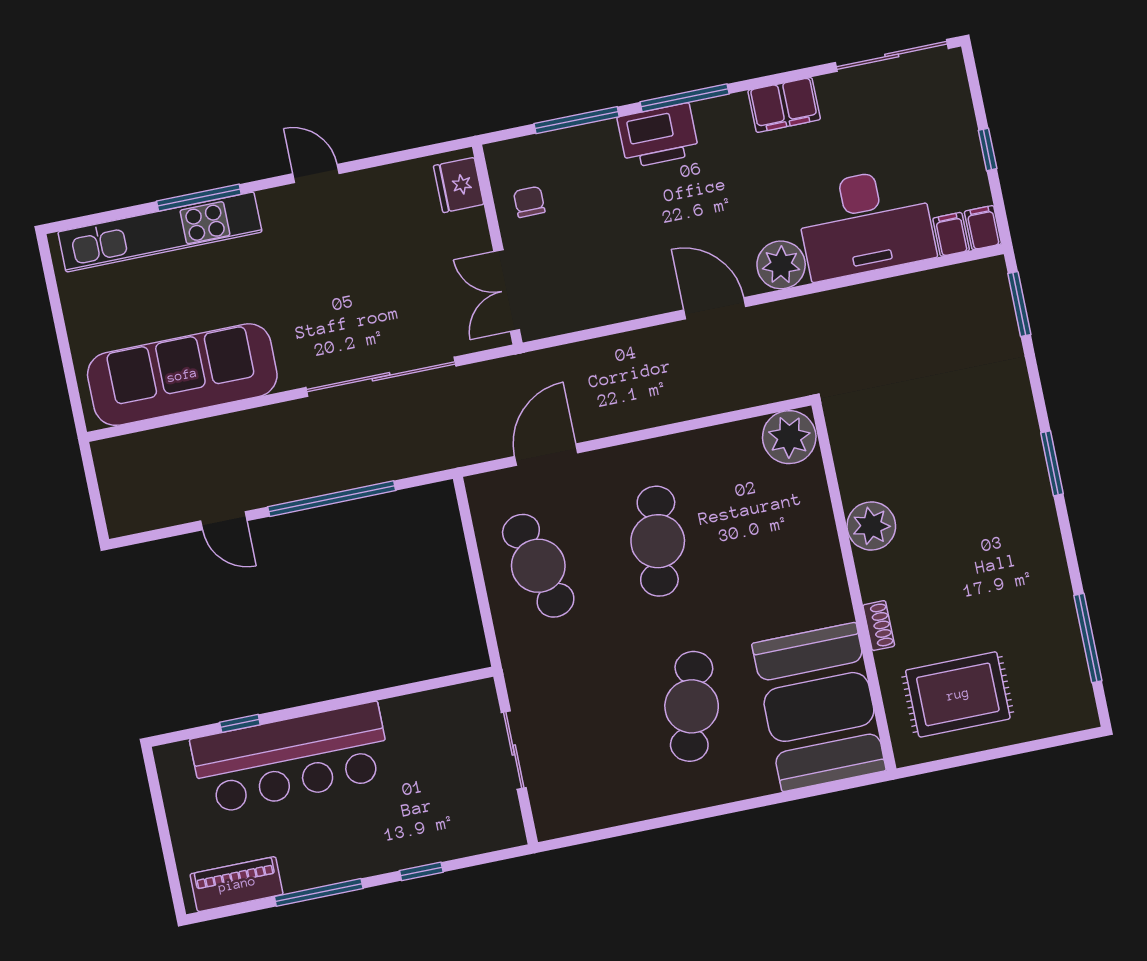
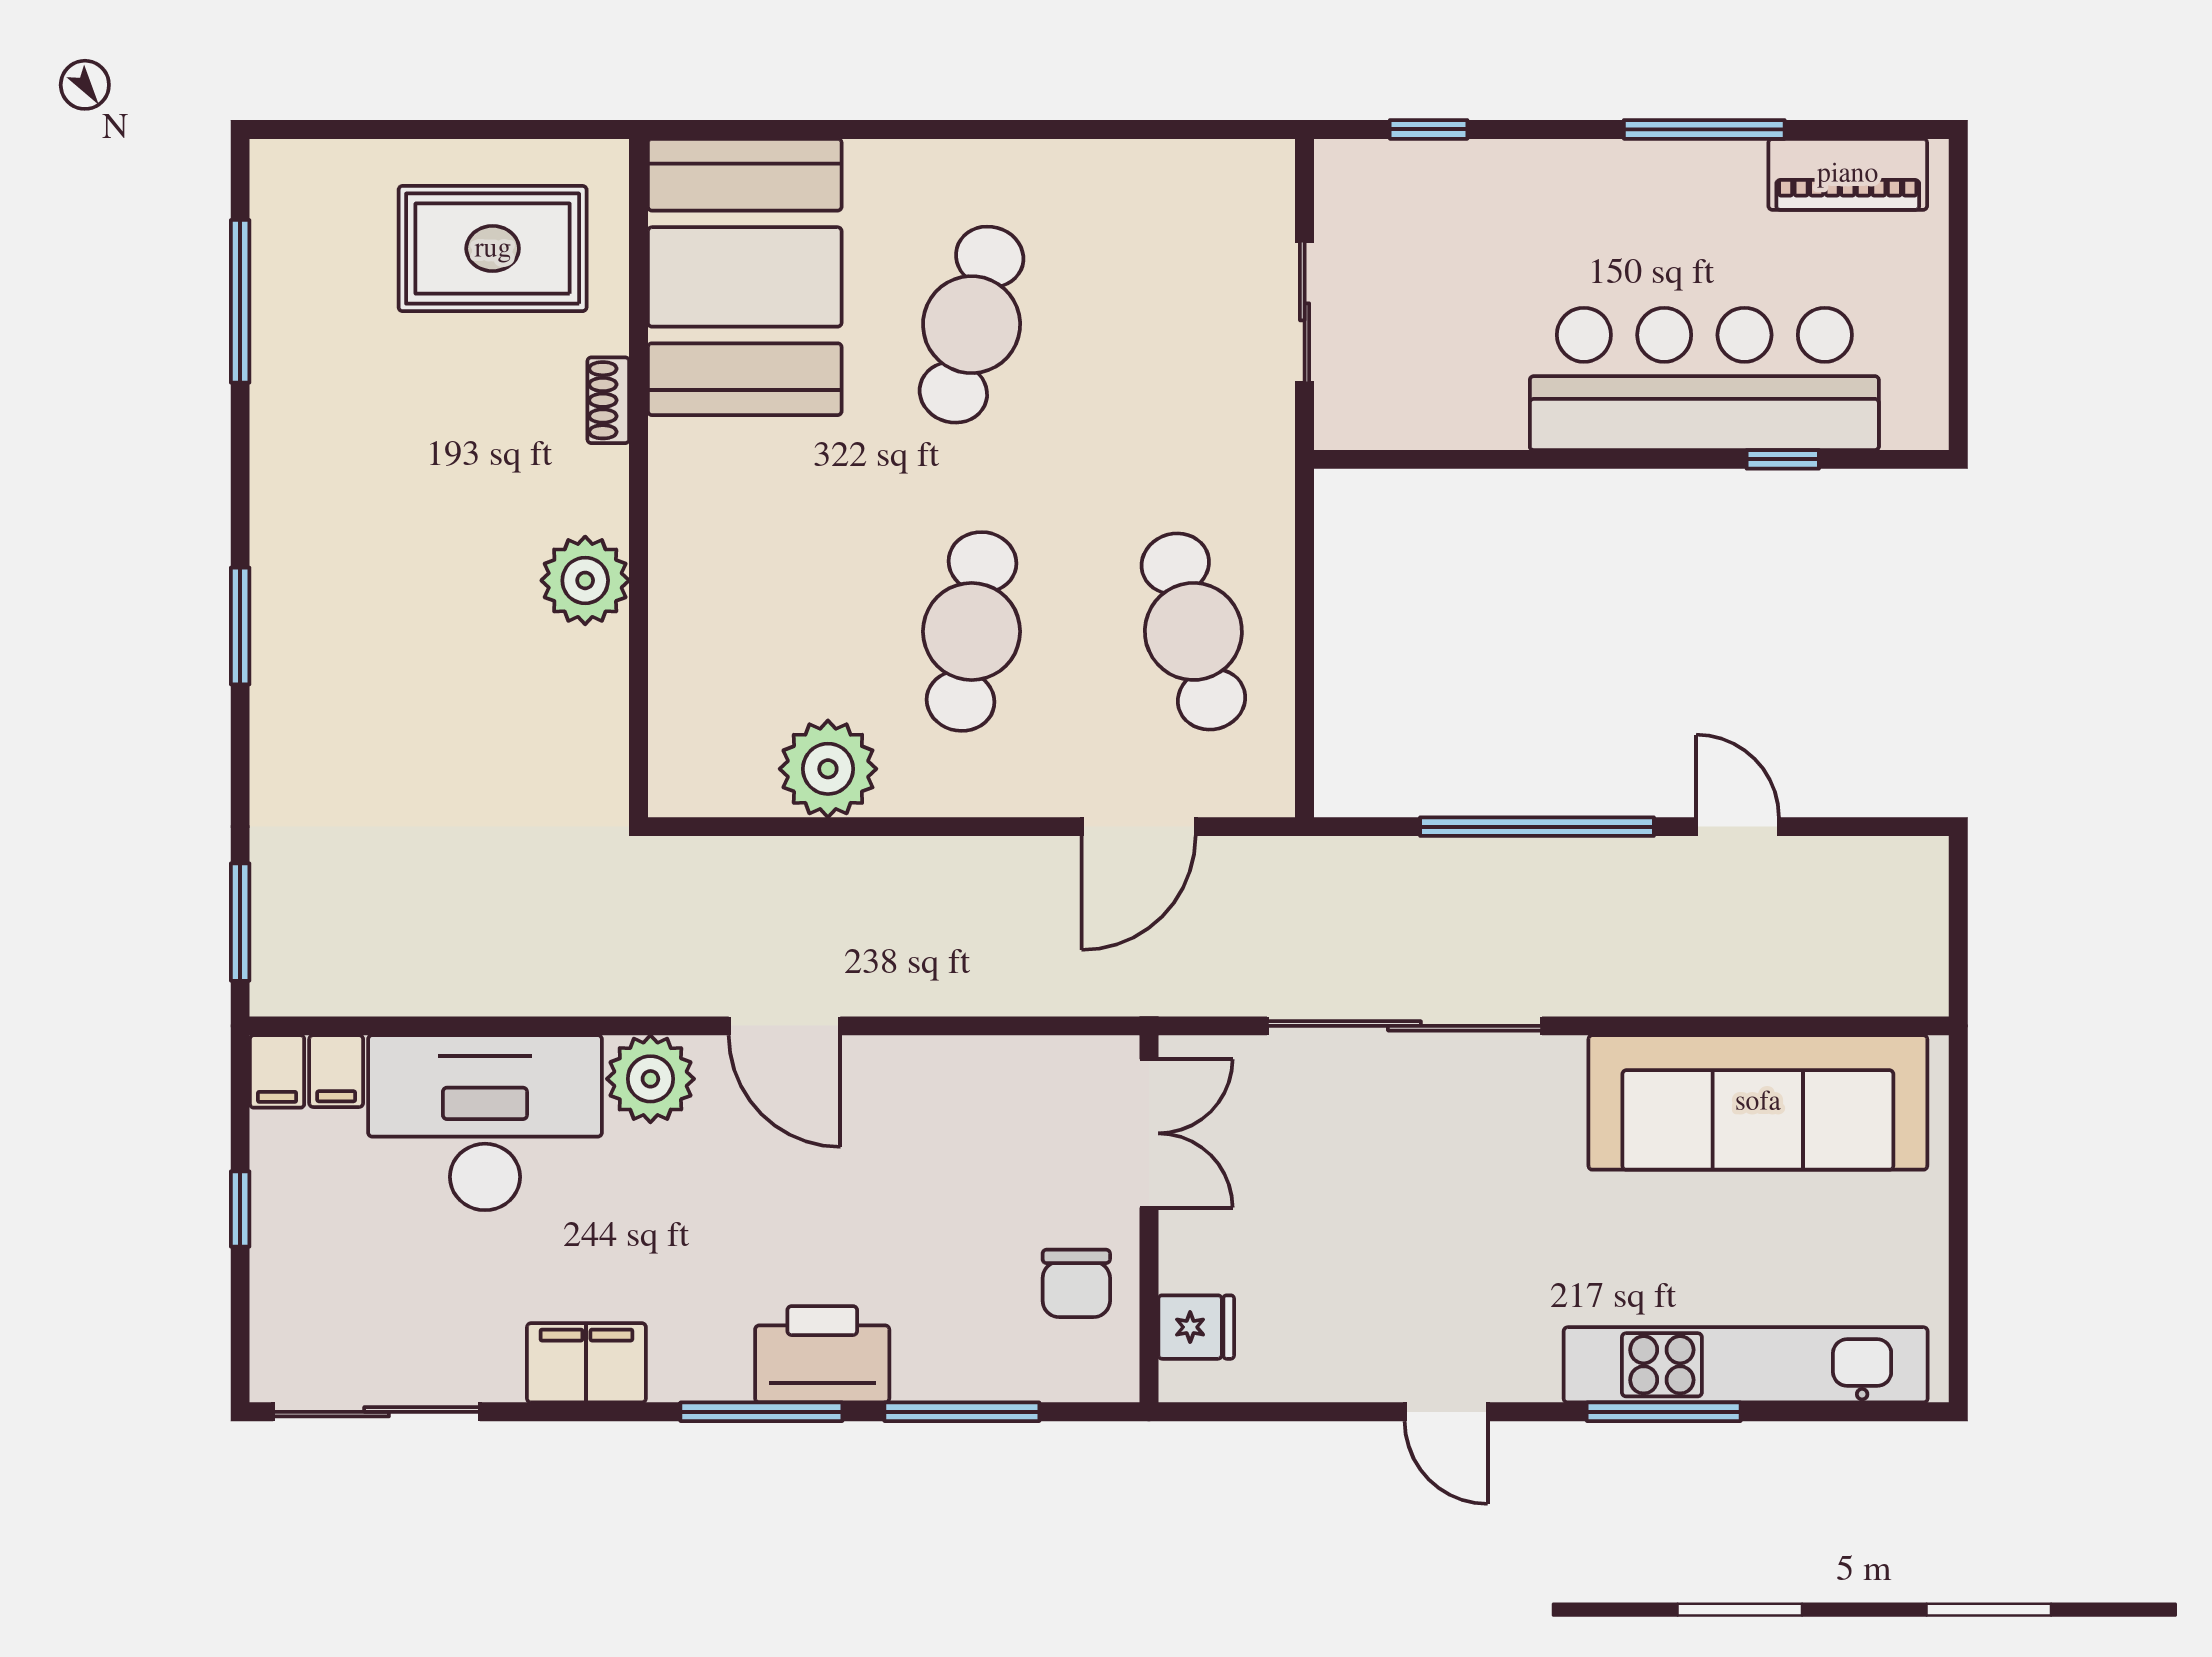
fridge: (459, 185) -> (1196, 1327), width x0.72
chair: (529, 202) -> (1076, 1283), width x1.37, depth x1.37
plant: (789, 437) -> (828, 769), moved
window: (421, 871) -> (1429, 129), moved

